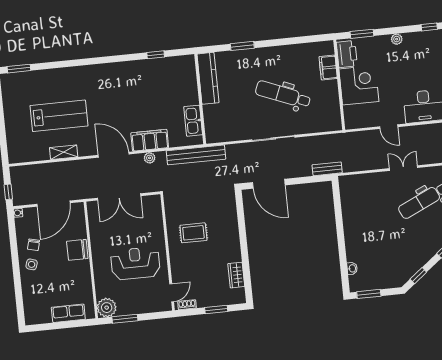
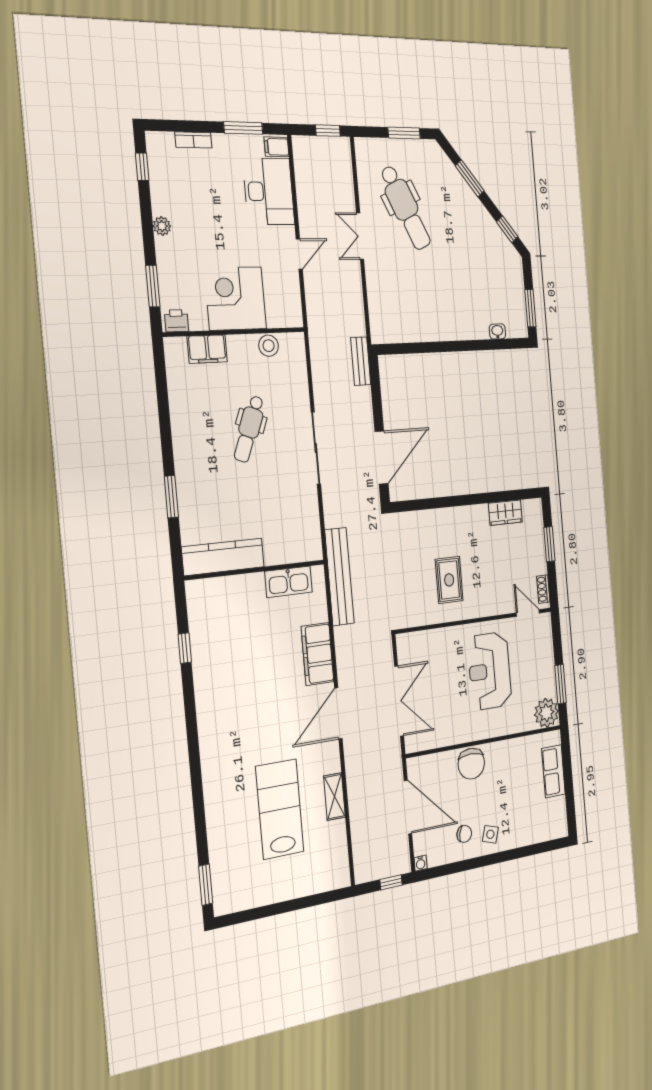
printer: (347, 54) -> (176, 321), width x0.53, depth x0.68
dental chair: (283, 94) -> (249, 429), width x0.73, depth x0.72
stool: (333, 107) -> (269, 346), added
plant: (150, 158) -> (343, 653), removed

